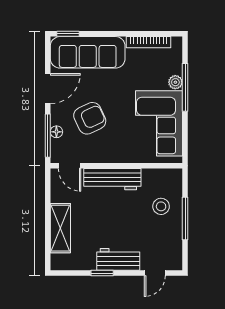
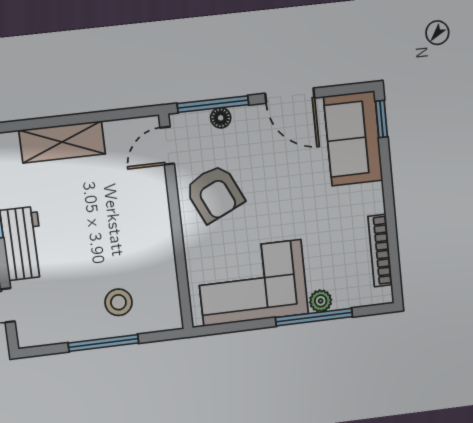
sofa: (88, 52) -> (353, 138), width x0.73
armchair: (90, 118) -> (215, 194), moved
workbench: (112, 179) -> (154, 219), removed

